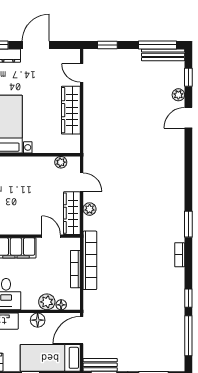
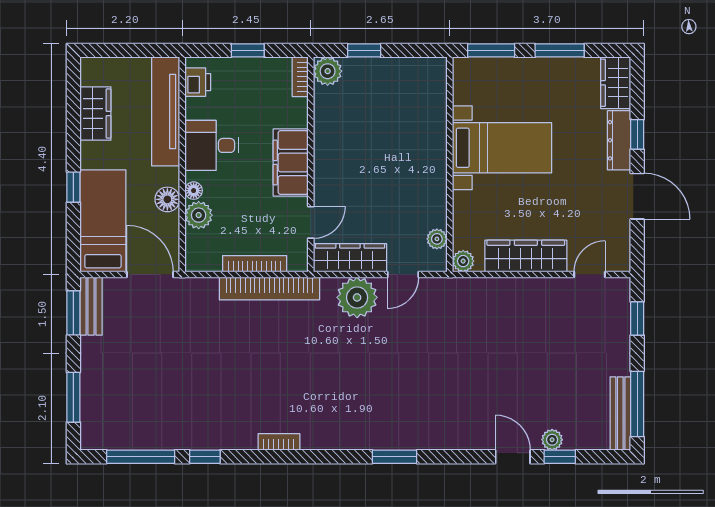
window: (188, 77) -> (560, 457), moved
plant: (74, 147) -> (463, 261), added
plant: (90, 209) -> (357, 297), width x1.88, depth x1.88
window: (188, 224) -> (394, 457), moved
floor lamp: (61, 305) -> (194, 191), moved

